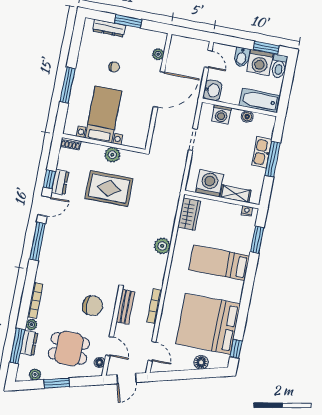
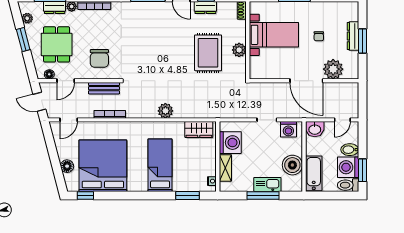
dresser: (109, 28) -> (353, 36), moved
plant: (158, 54) -> (333, 69), width x1.88, depth x1.88
washing machine: (221, 114) -> (288, 129), moved, turned -90
boiler: (247, 117) -> (292, 165), width x1.86, depth x1.86

